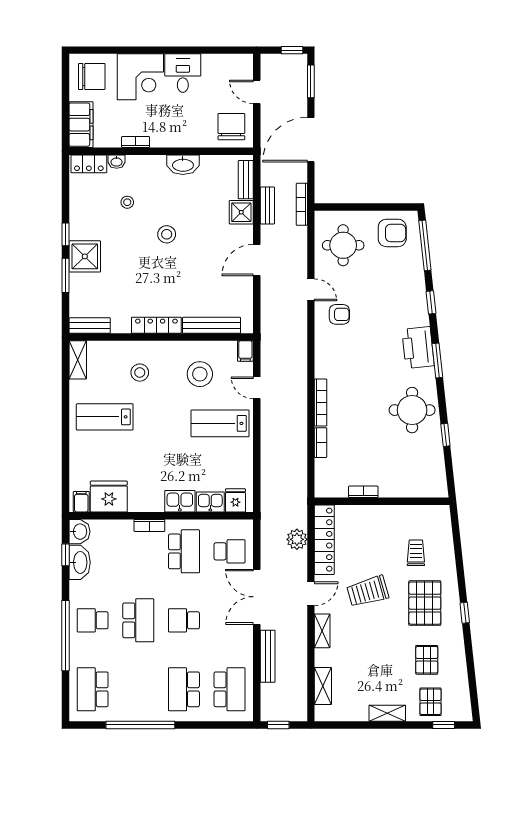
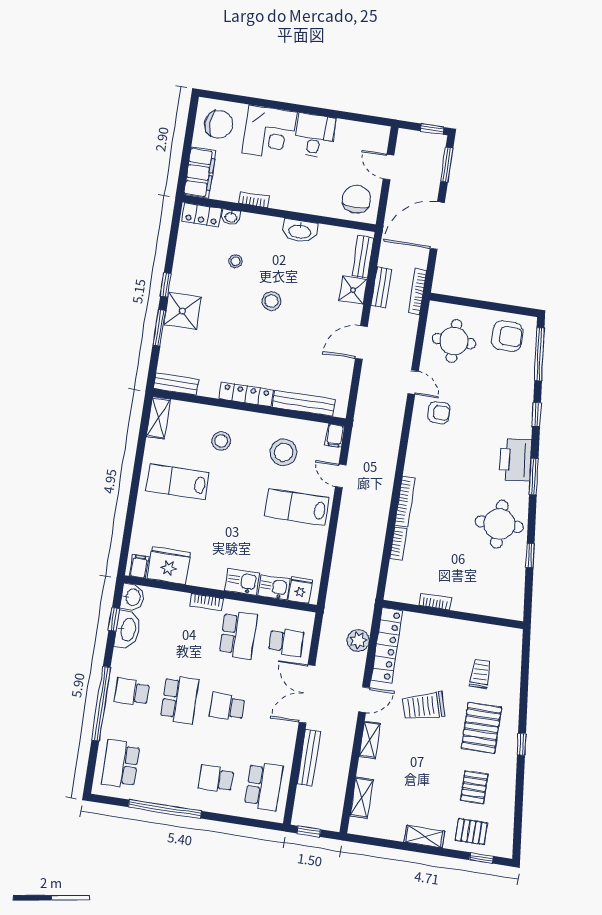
school desk: (184, 689) -> (216, 779), width x0.54
pallet: (431, 702) -> (471, 832), turned 90

